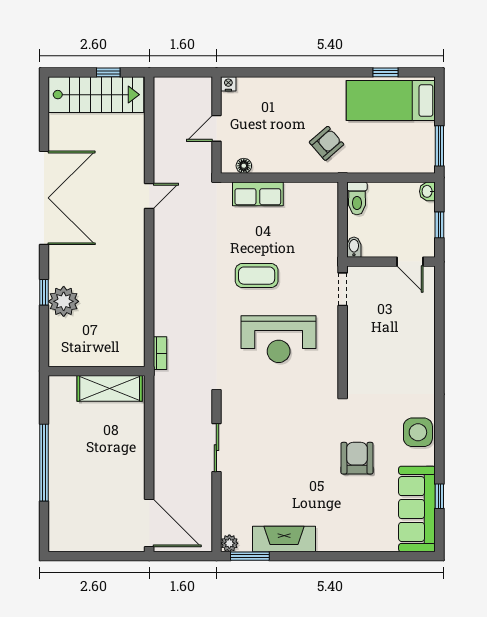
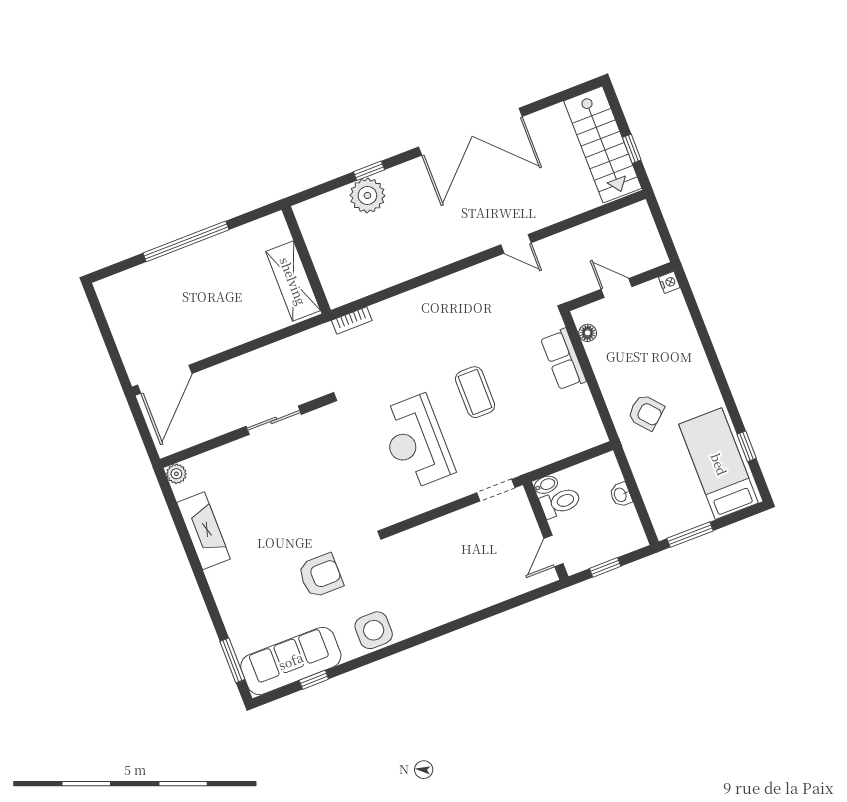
washbasin: (427, 191) -> (621, 495), moved, turned -90
toilet: (357, 198) -> (560, 502), moved, turned 180
window: (250, 556) -> (232, 660), moved

